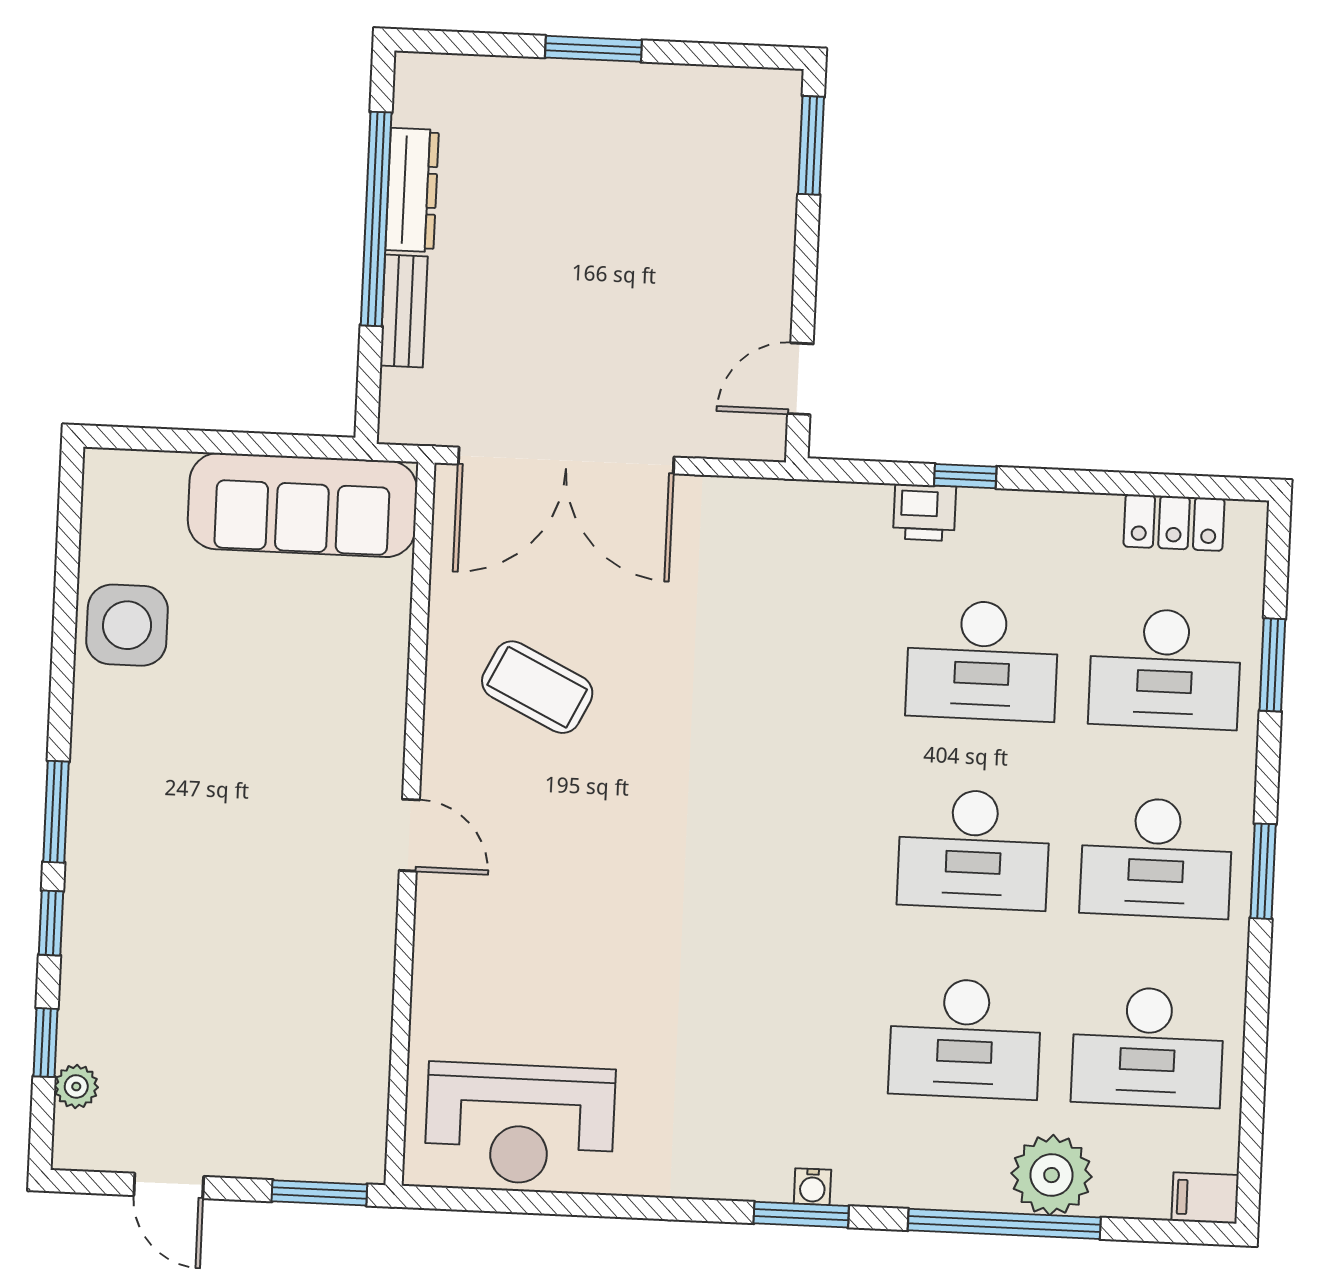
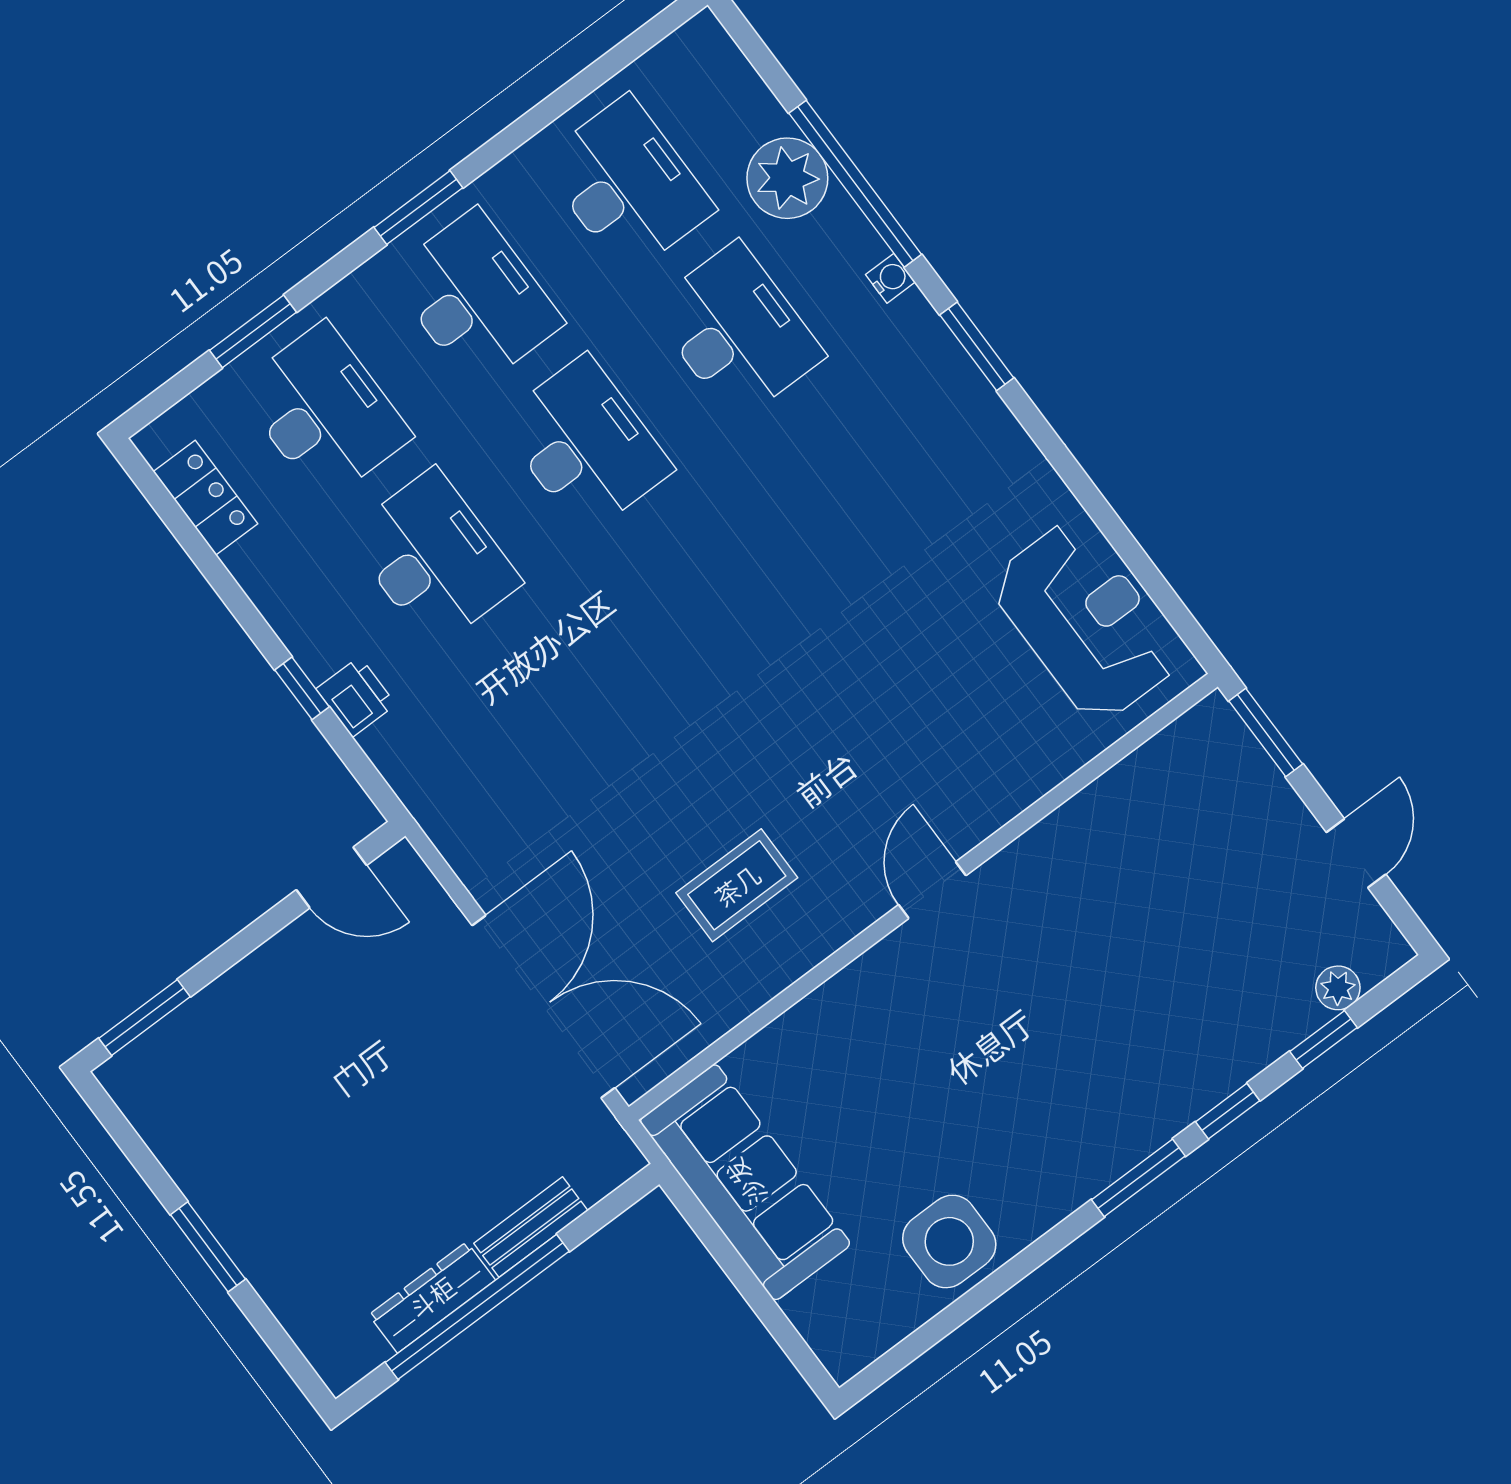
coffee table: (537, 687) -> (737, 885), turned 64
water cooler: (812, 1187) -> (890, 278), moved
filing cabinet: (1205, 1198) -> (708, 45), removed

